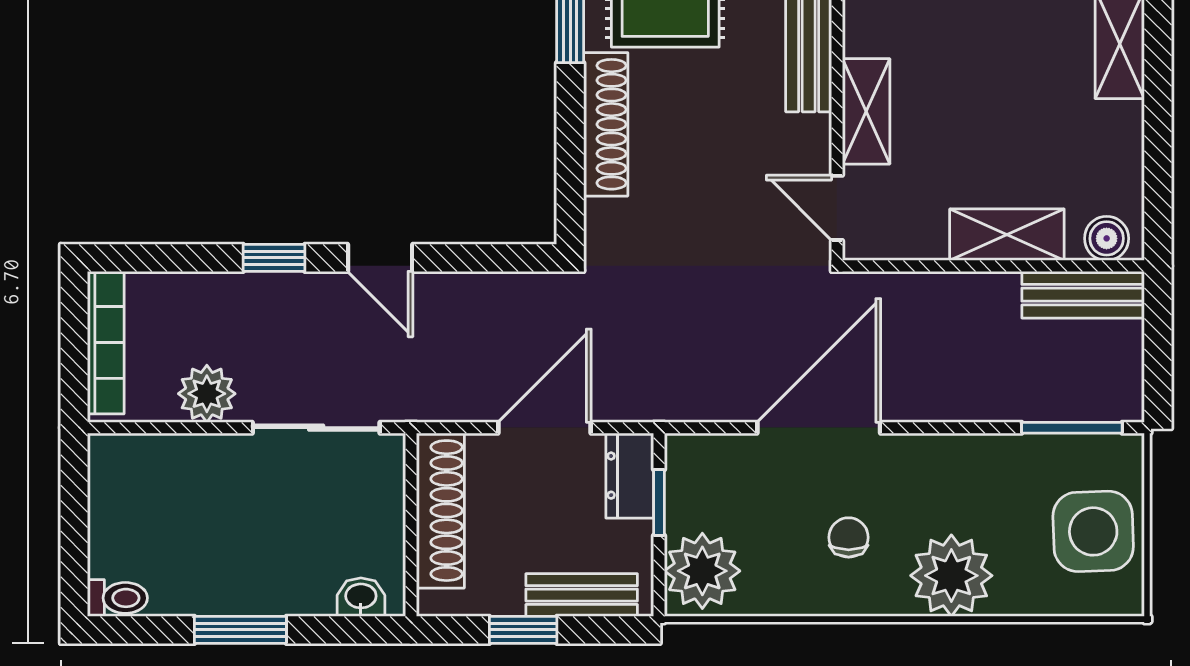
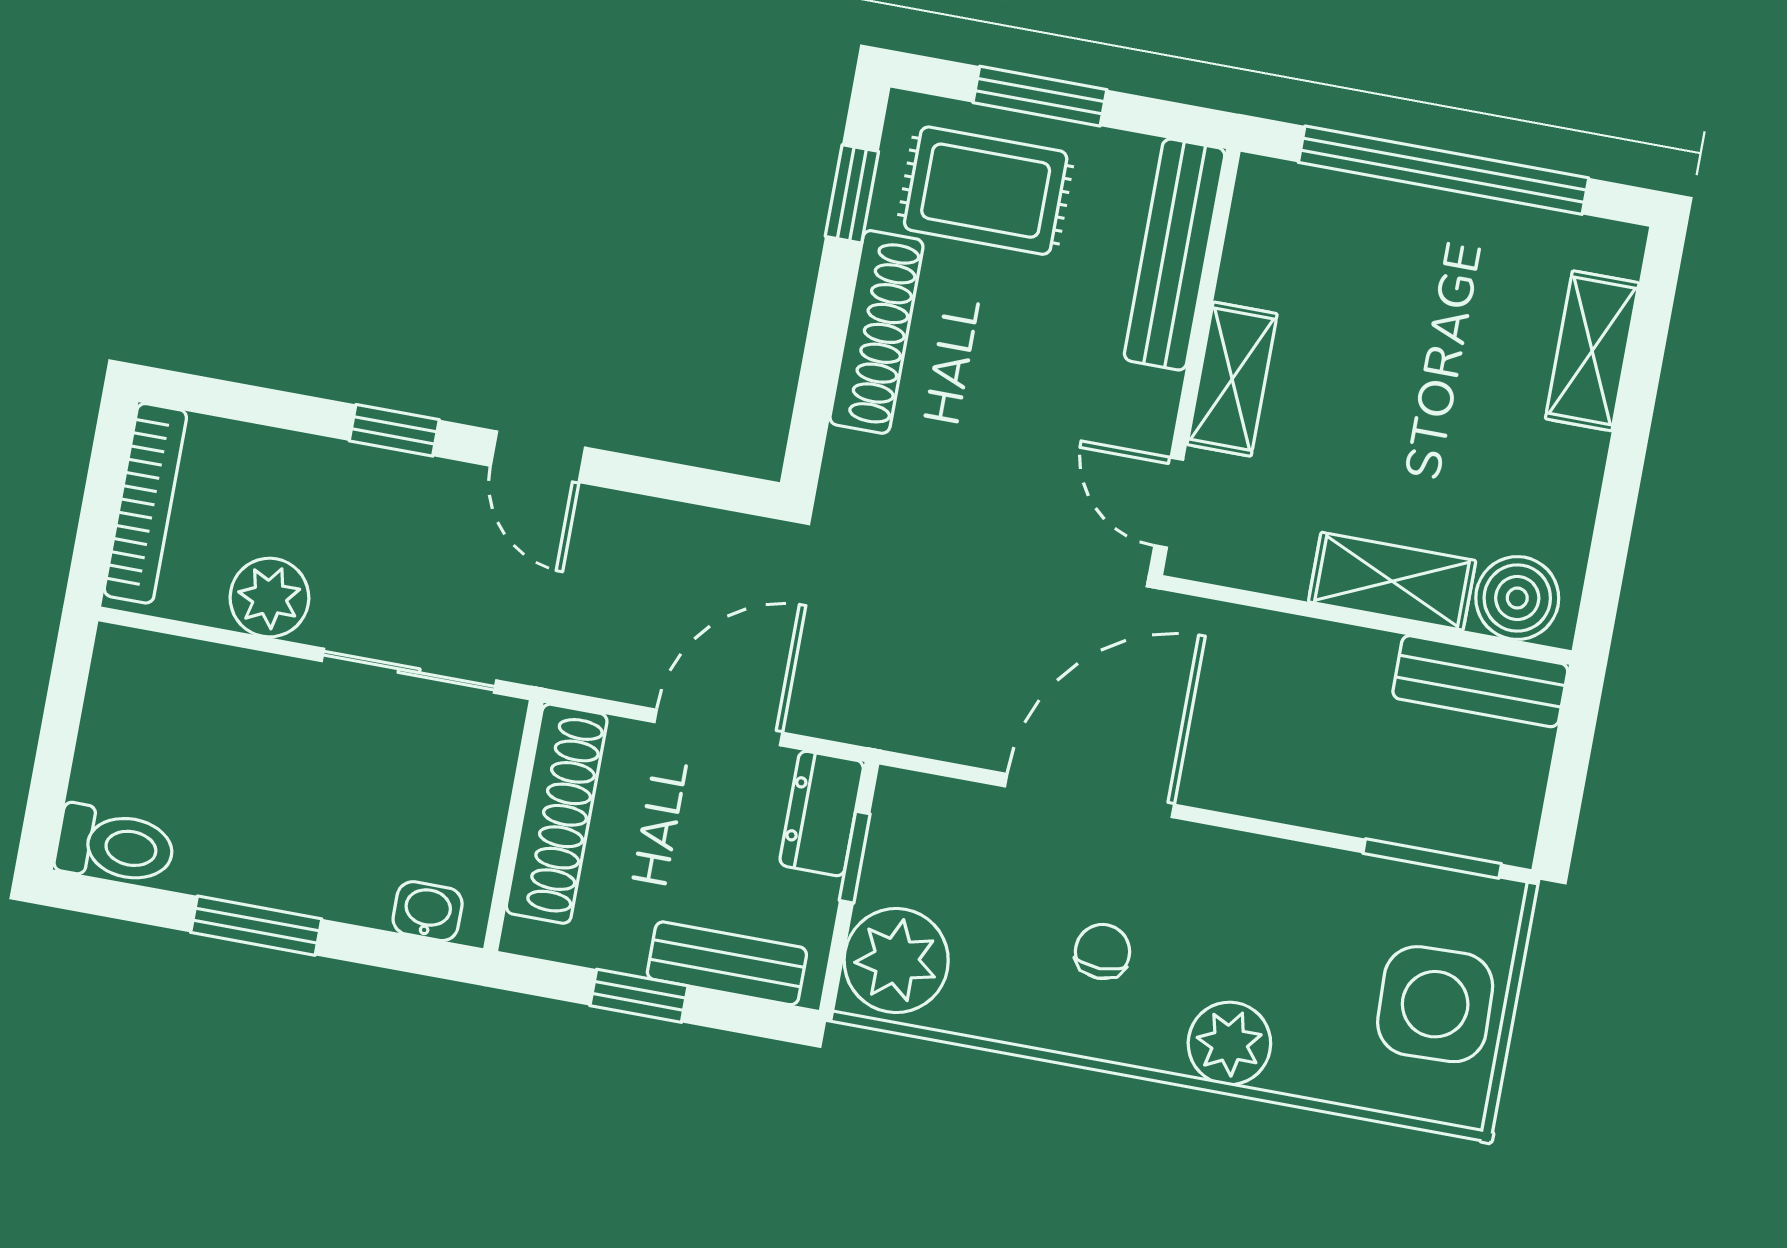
boiler: (1107, 238) -> (1517, 598), width x1.36, depth x1.36
plant: (951, 576) -> (1229, 1043), width x0.73, depth x0.73
toilet: (117, 598) -> (115, 845), width x1.37, depth x1.39

